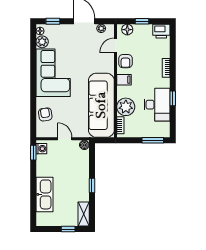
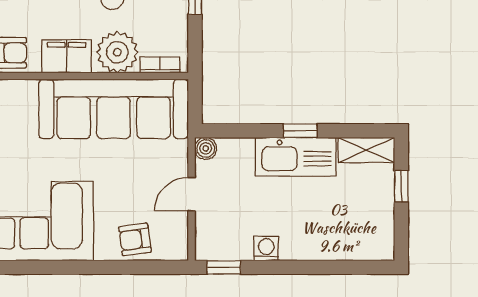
filing cabinet: (124, 80) -> (67, 56), width x2.00
washing machine: (41, 149) -> (266, 249), moved
kitchen sink: (44, 194) -> (296, 157), moved, turned 180

